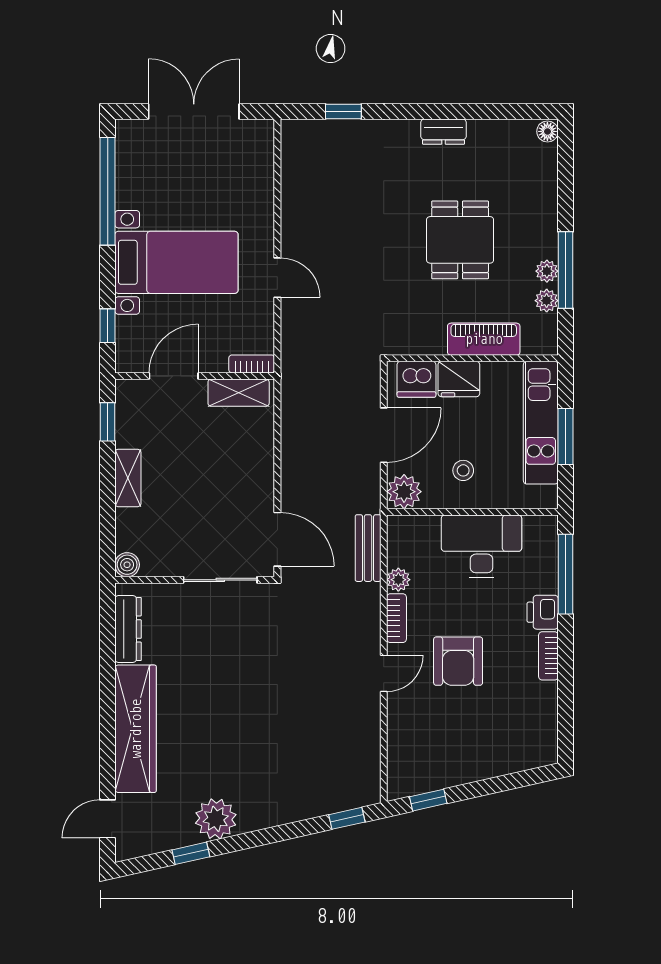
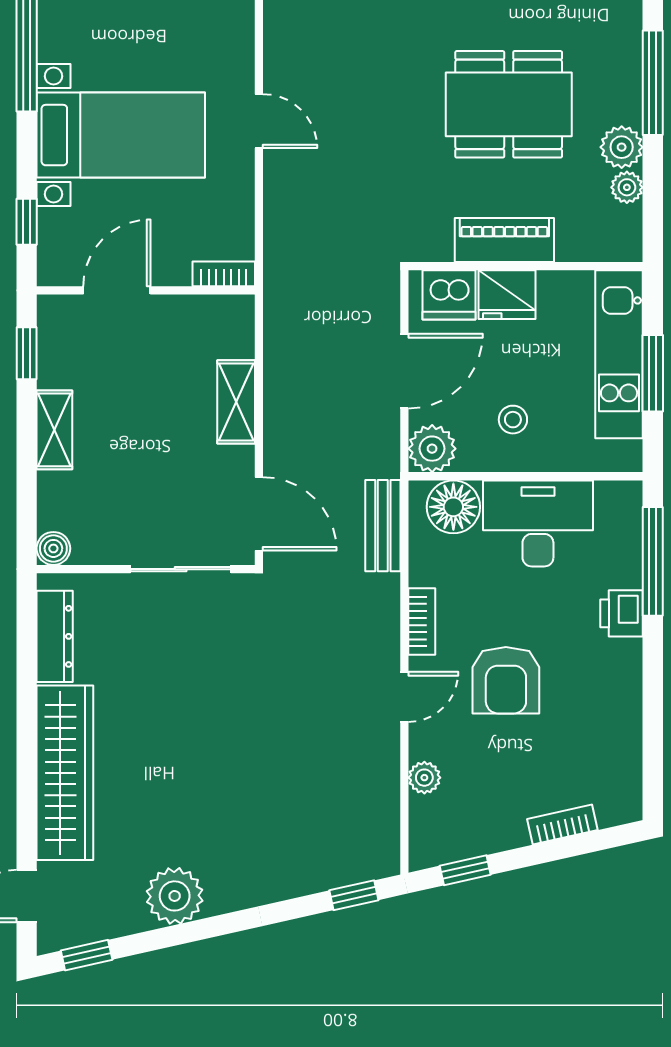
dining table: (460, 240) -> (509, 104), width x1.38
window: (565, 270) -> (653, 83), moved
plant: (547, 271) -> (622, 147), width x1.38, depth x1.38
door: (277, 278) -> (259, 121), moved
piano: (484, 339) -> (504, 240), moved
shelving: (239, 393) -> (236, 402), moved, turned 90
floor lamp: (420, 534) -> (453, 507), added
plant: (398, 580) -> (424, 778), moved
bookcase: (548, 656) -> (562, 825), moved, turned 77
window: (191, 853) -> (87, 955), moved

